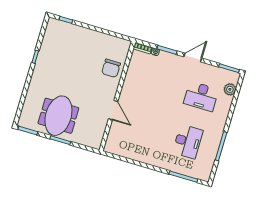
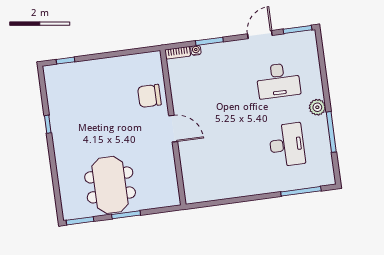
door: (193, 57) -> (260, 35), moved
chair: (111, 68) -> (149, 96), turned 90
plant: (230, 89) -> (317, 107), moved
door: (113, 110) -> (173, 129), moved

